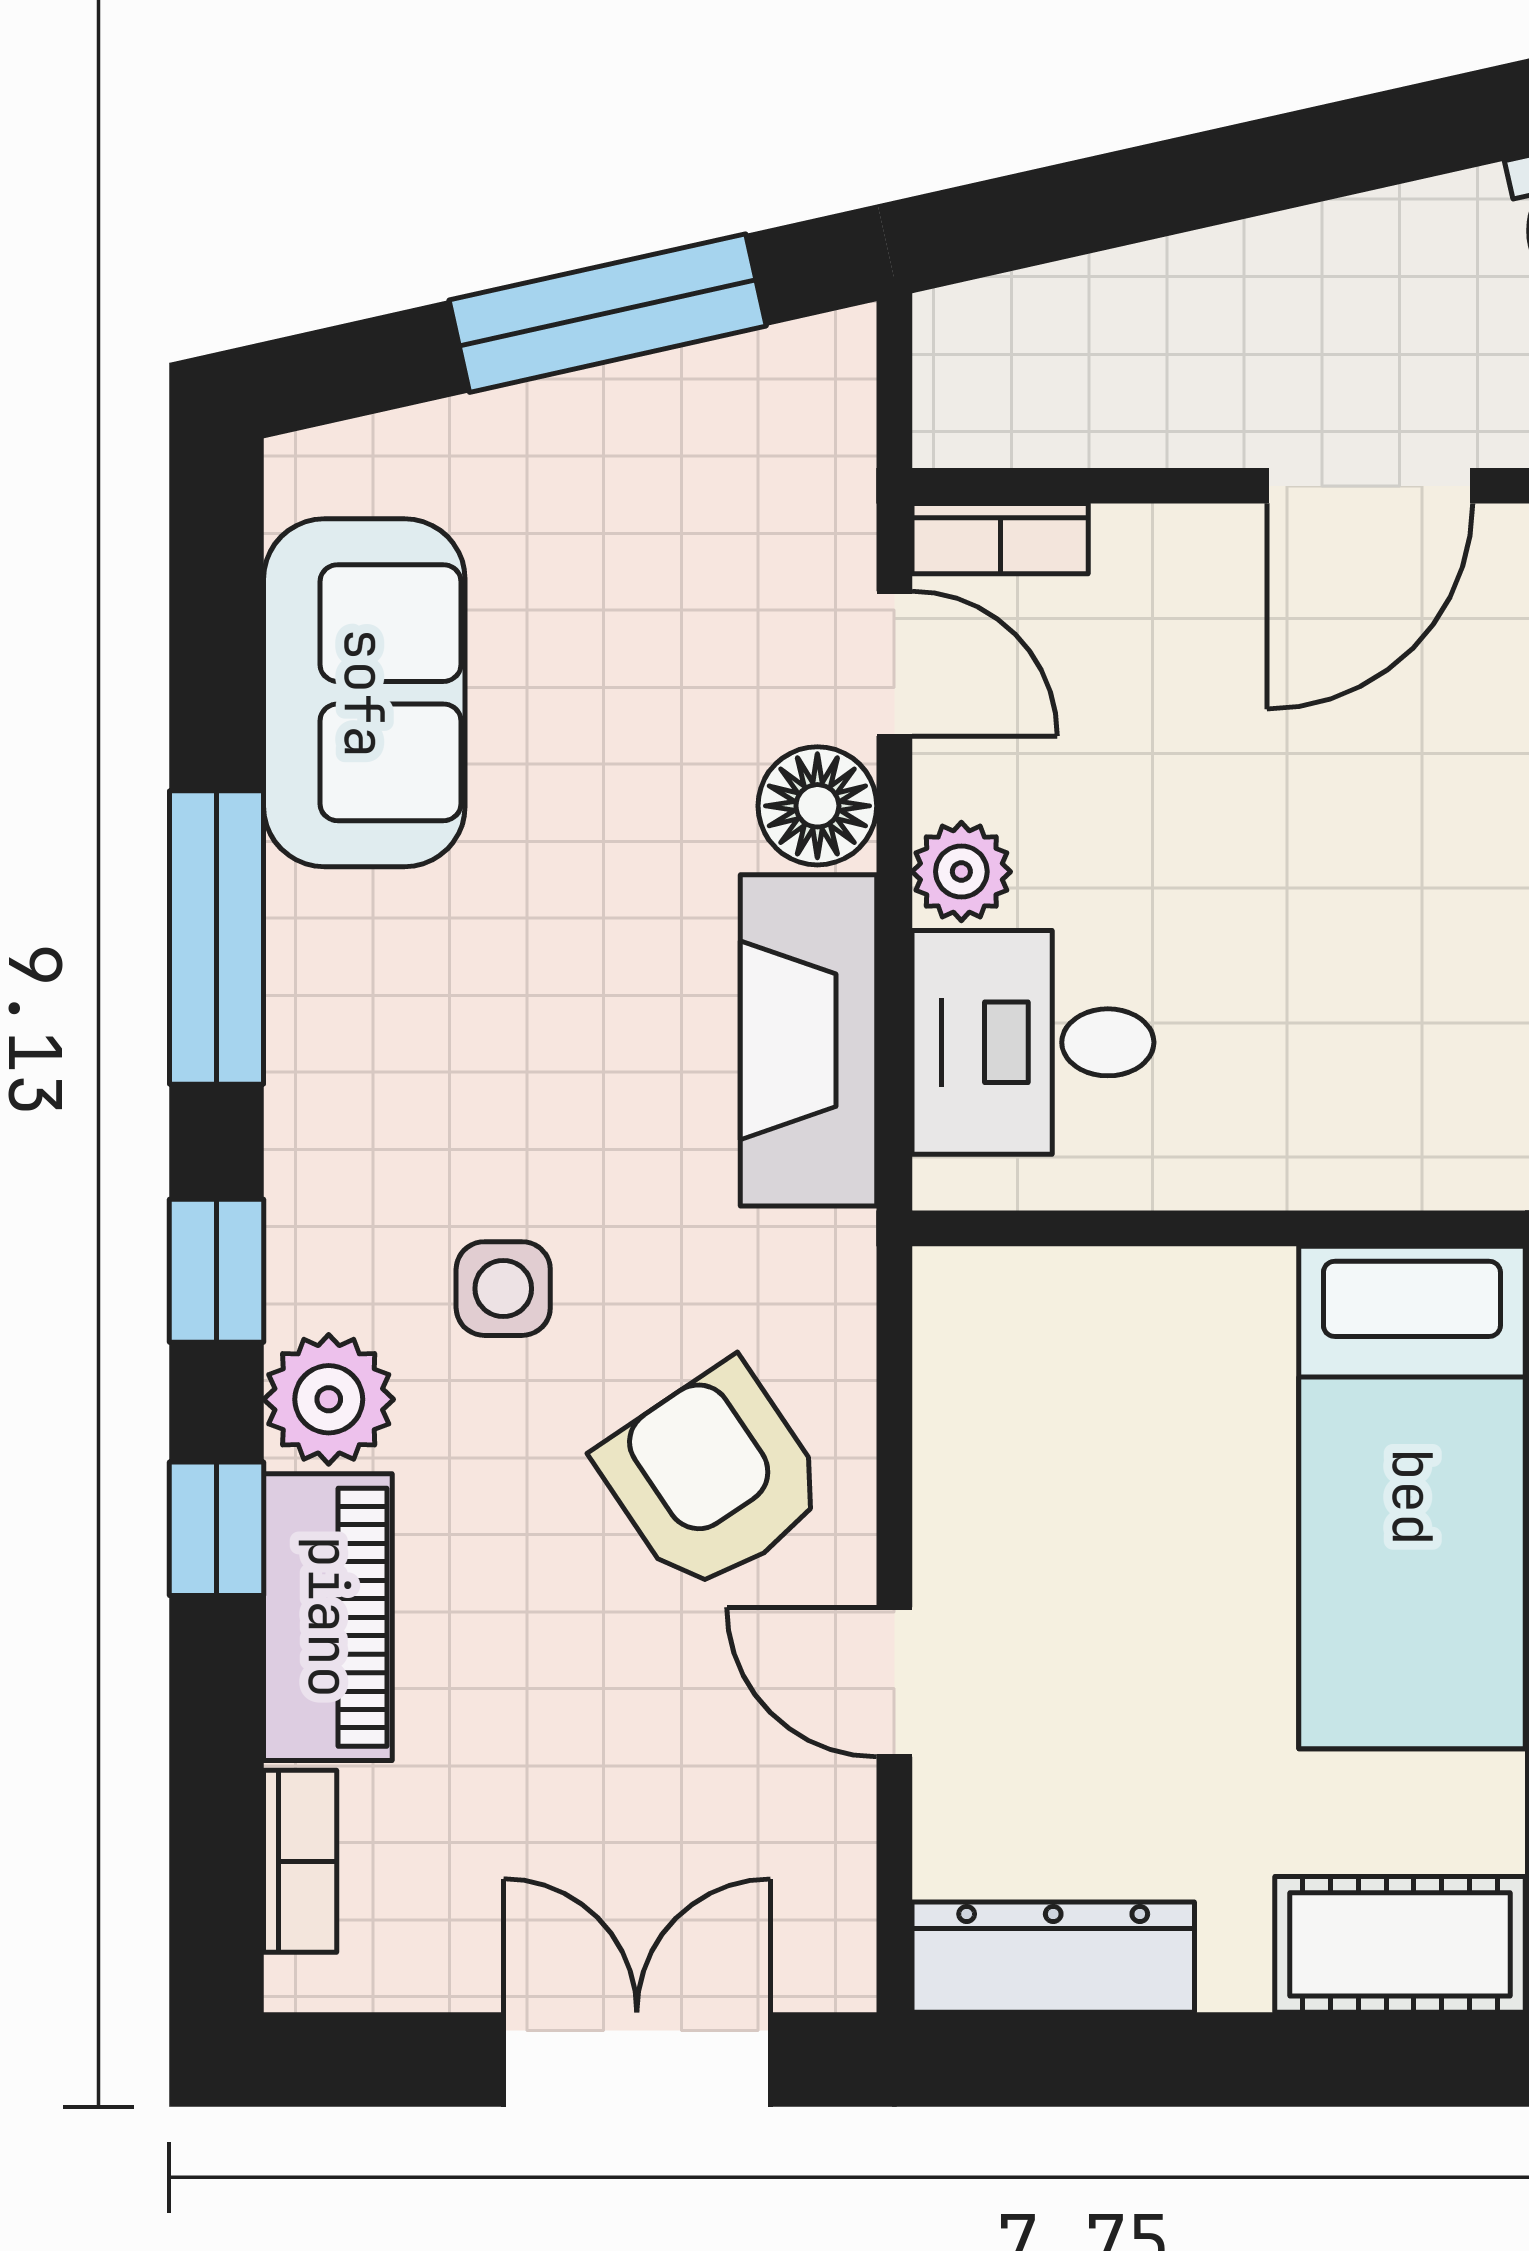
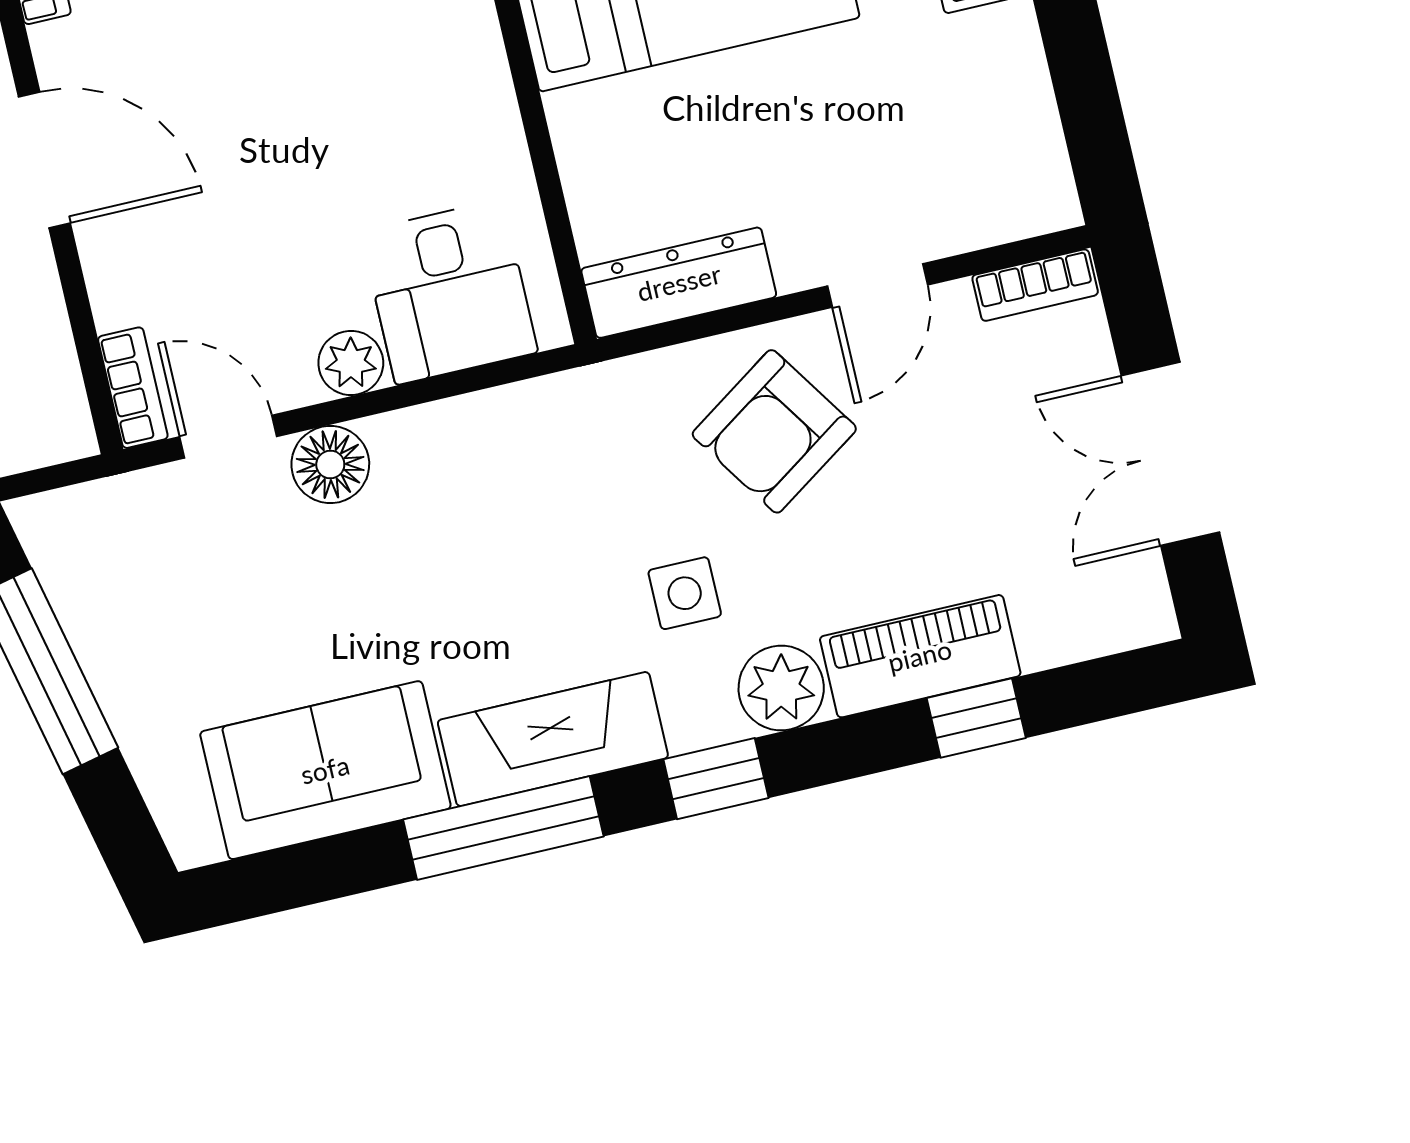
door: (894, 664) -> (228, 437), hinge flipped
fireplace: (808, 1040) -> (553, 739), moved, turned 180
window: (217, 1529) -> (976, 718), moved
bookcase: (300, 1861) -> (1035, 285), moved, turned 180
dresser: (1053, 1957) -> (679, 283), moved, turned 90
double door: (637, 2059) -> (1170, 454), moved

